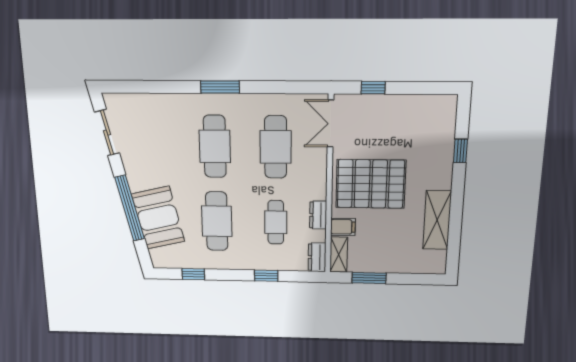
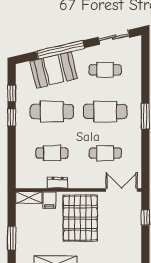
cafe table: (155, 146) -> (105, 70), added
cafe table: (276, 147) -> (105, 153), width x0.73, depth x0.74
dresser: (317, 257) -> (27, 182), removed
window: (266, 276) -> (12, 117), moved
window: (369, 278) -> (12, 238), moved

